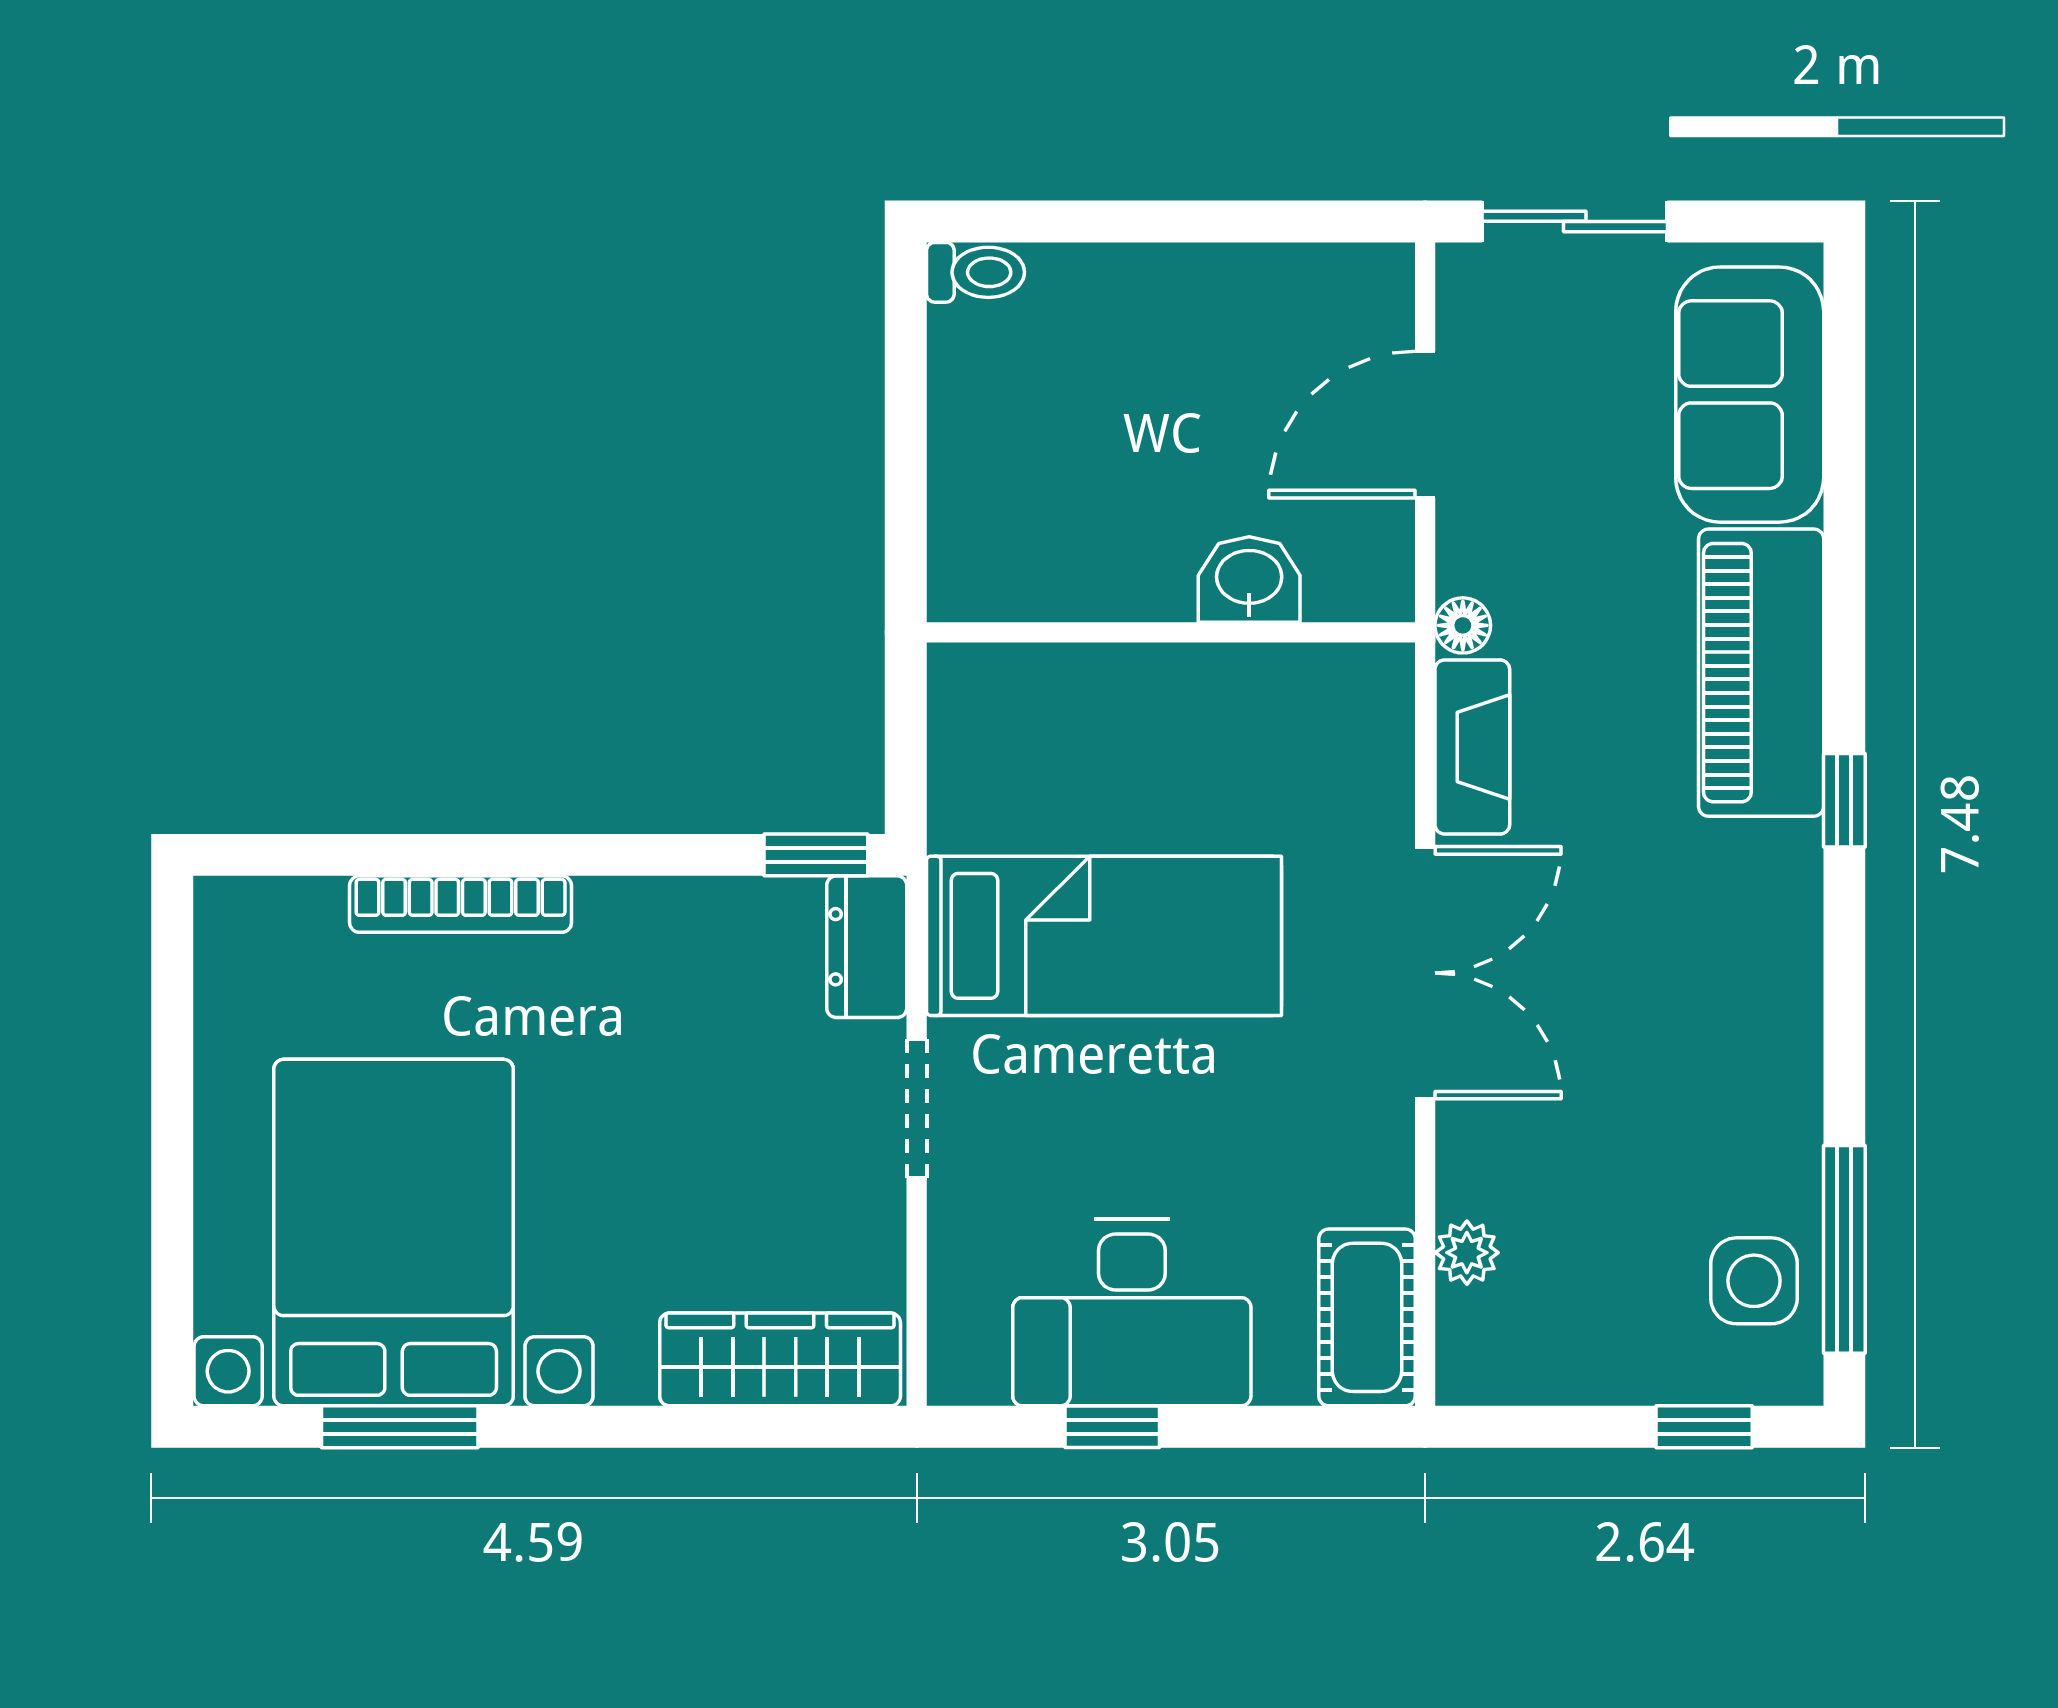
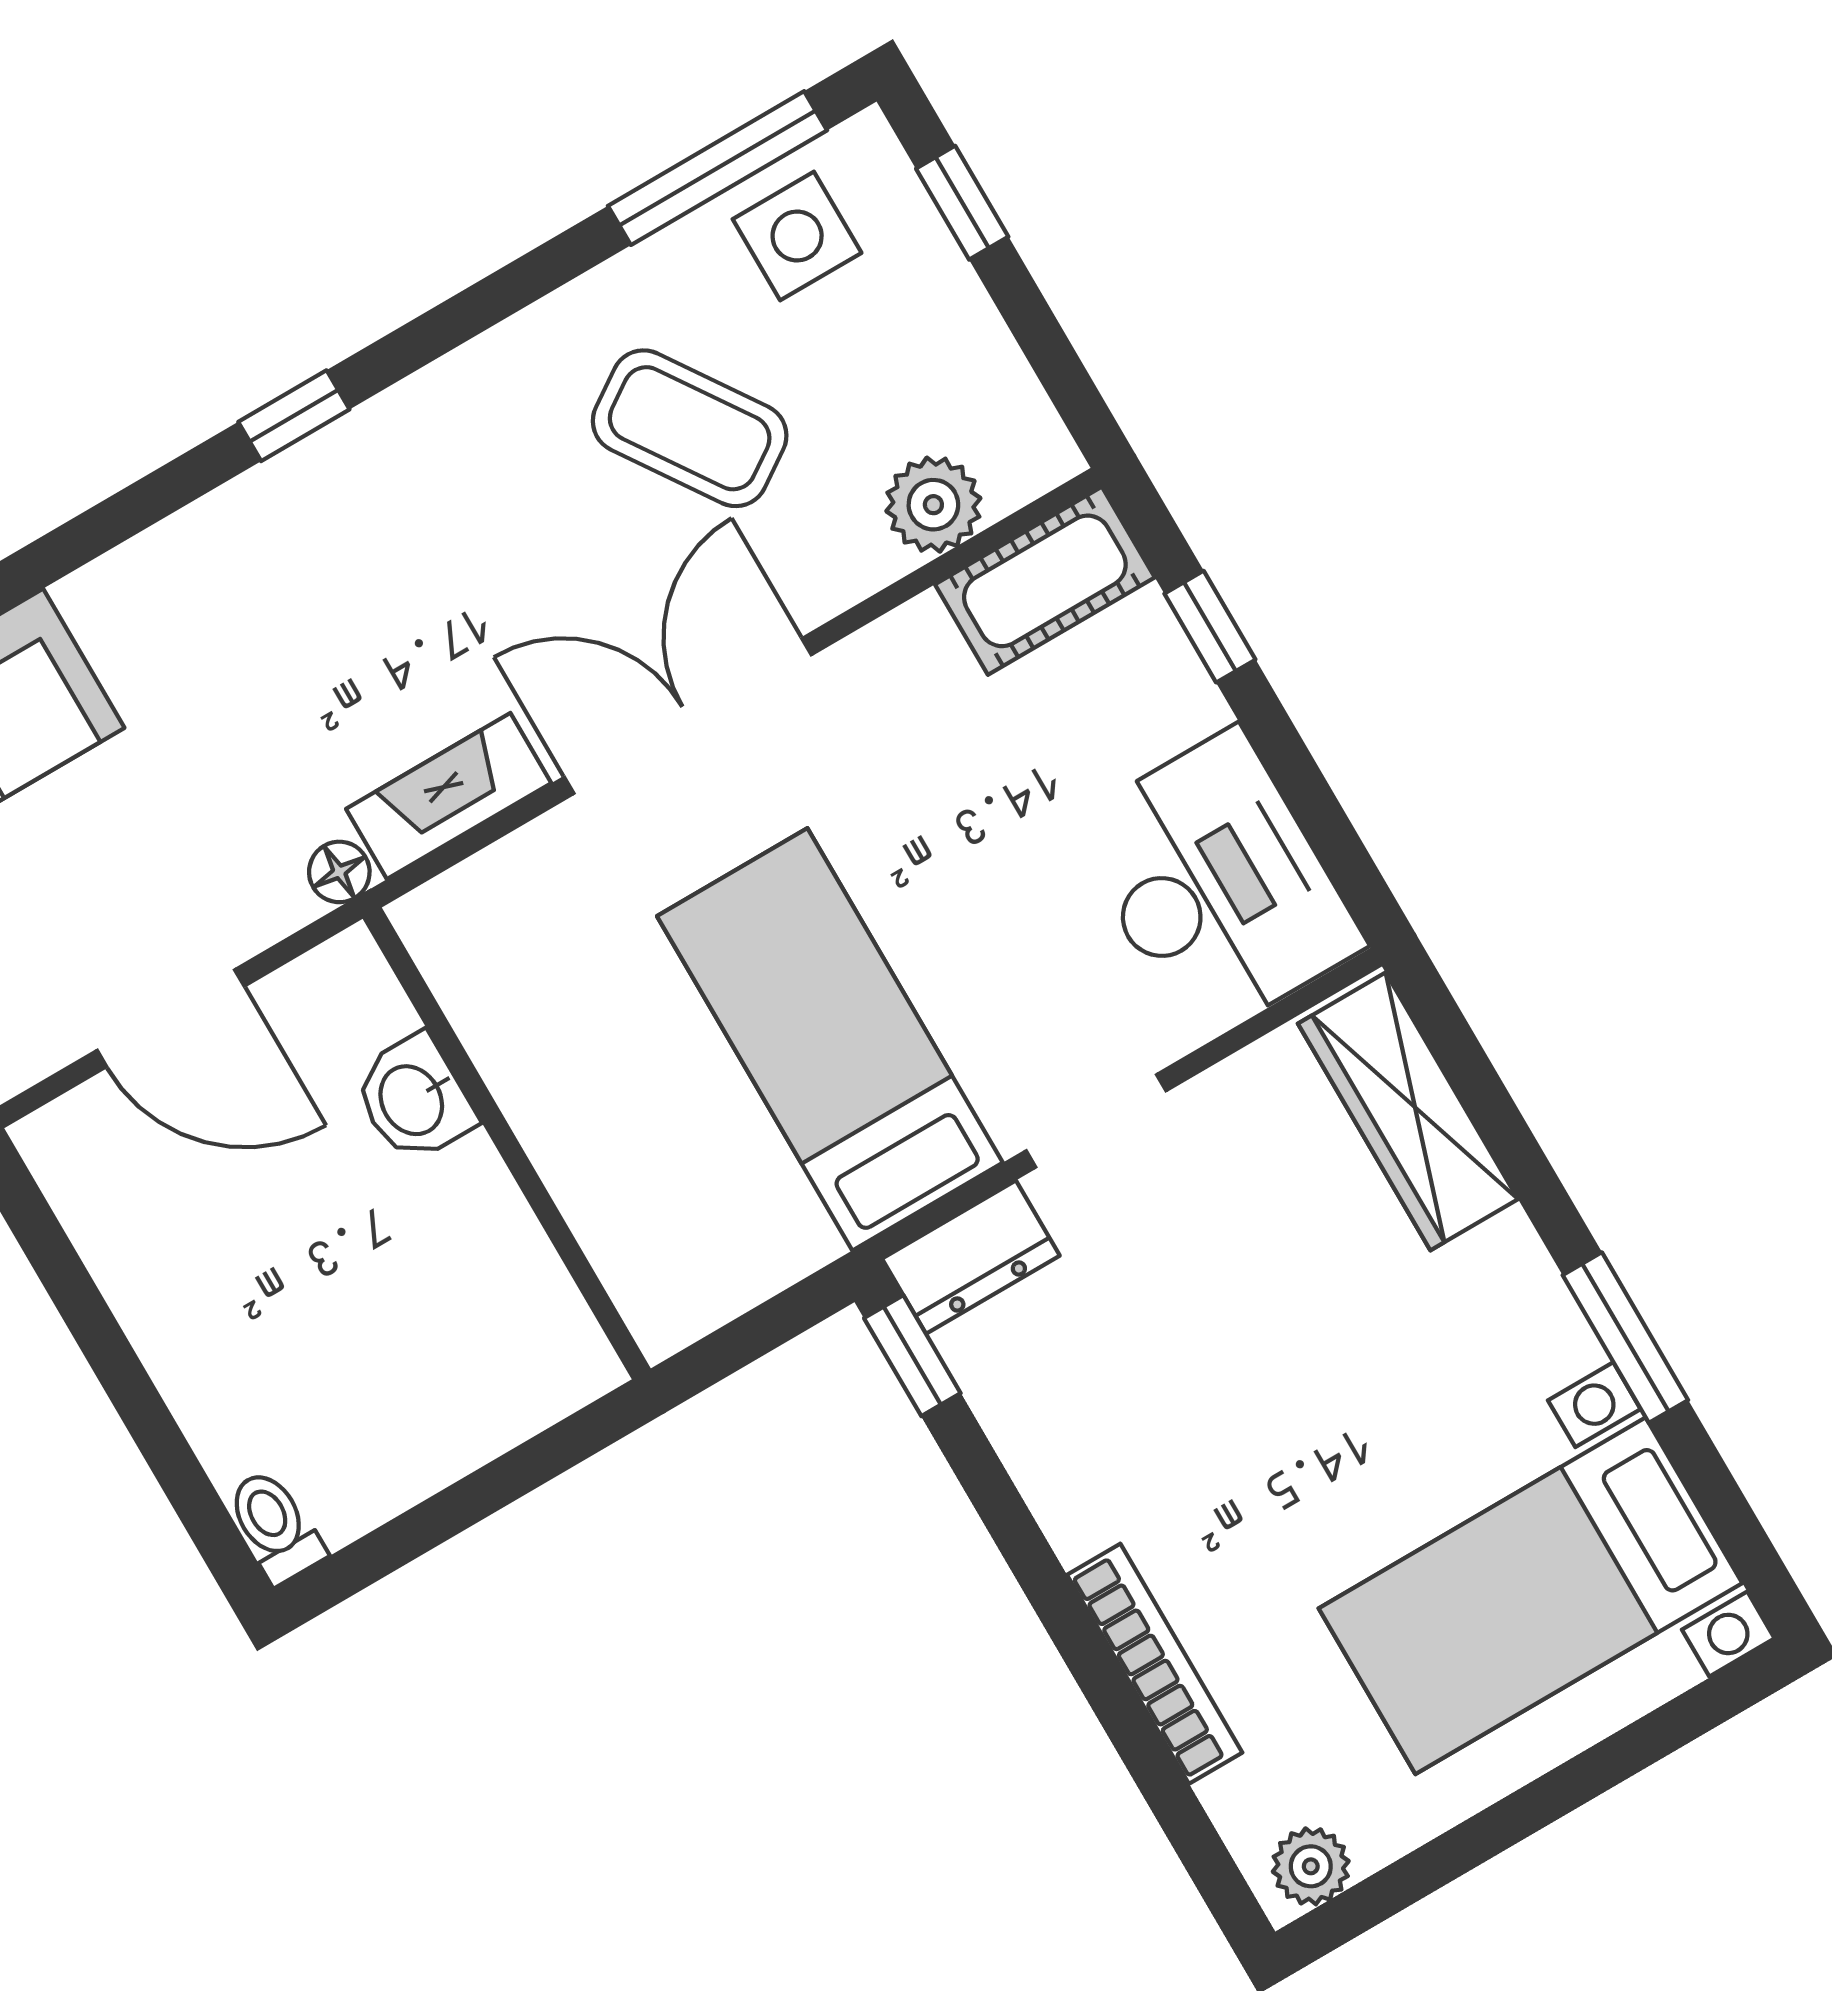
piano: (1761, 673) -> (219, 565), removed
plant: (228, 934) -> (1311, 1866), added
coffee table: (1652, 1107) -> (690, 428), added
bed with nightstands: (394, 1233) -> (1530, 1596), width x0.73
plant: (1467, 1253) -> (933, 505), width x1.38, depth x1.38
desk: (1132, 1312) -> (1216, 885), moved
window: (400, 1427) -> (1625, 1338), moved
window: (1112, 1427) -> (1210, 627), moved

